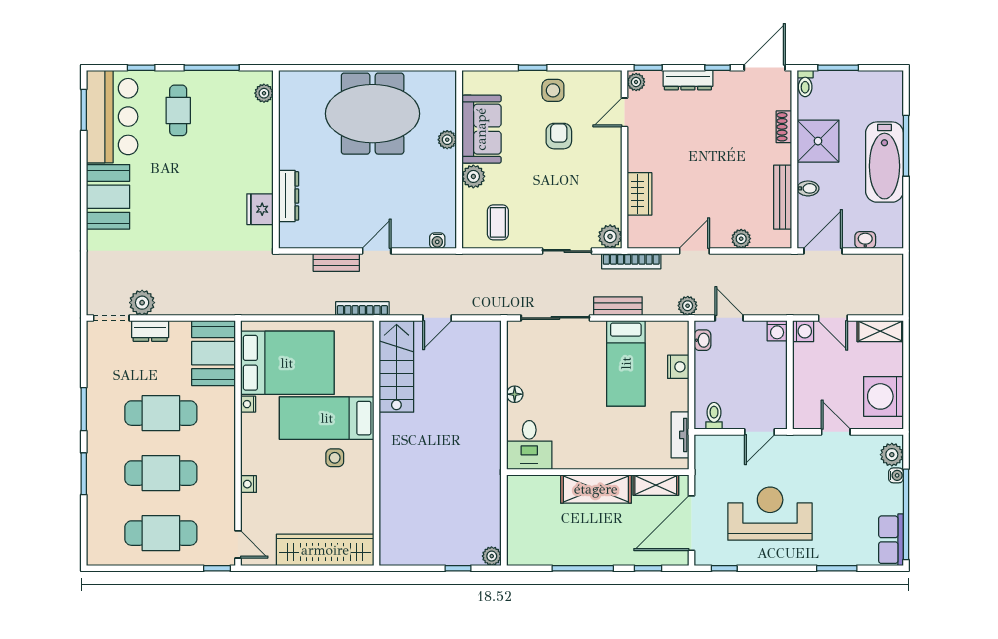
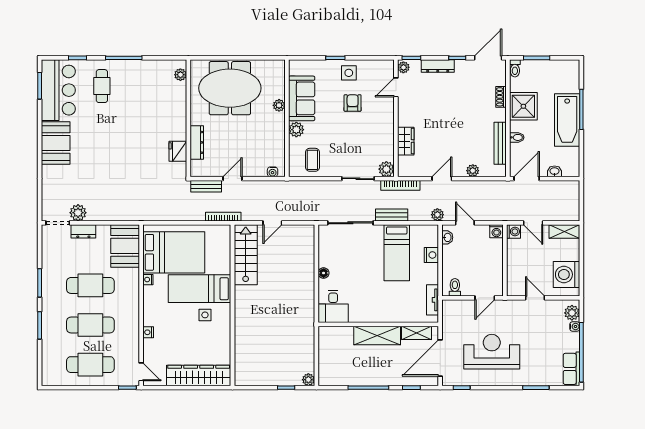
plant: (264, 93) -> (180, 75), moved
wall: (276, 159) -> (188, 118), moved
dresser: (289, 196) -> (197, 142), moved
fridge: (260, 209) -> (178, 151), moved

